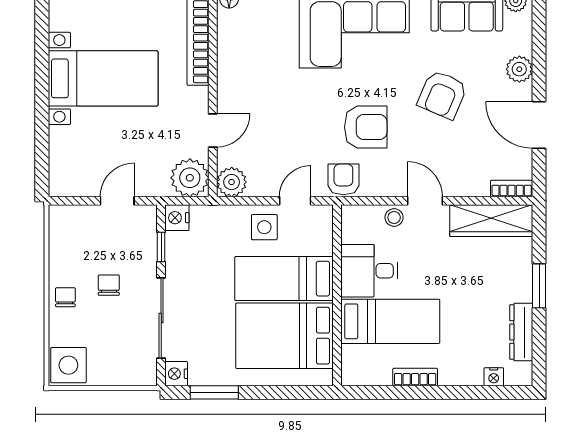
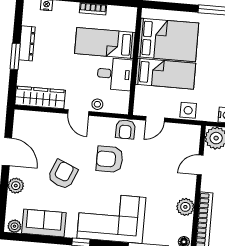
plant: (232, 182) -> (185, 207), moved
bookcase: (512, 189) -> (26, 115), removed
side table: (264, 227) -> (188, 110), moved
dresser: (521, 332) -> (27, 43), moved

